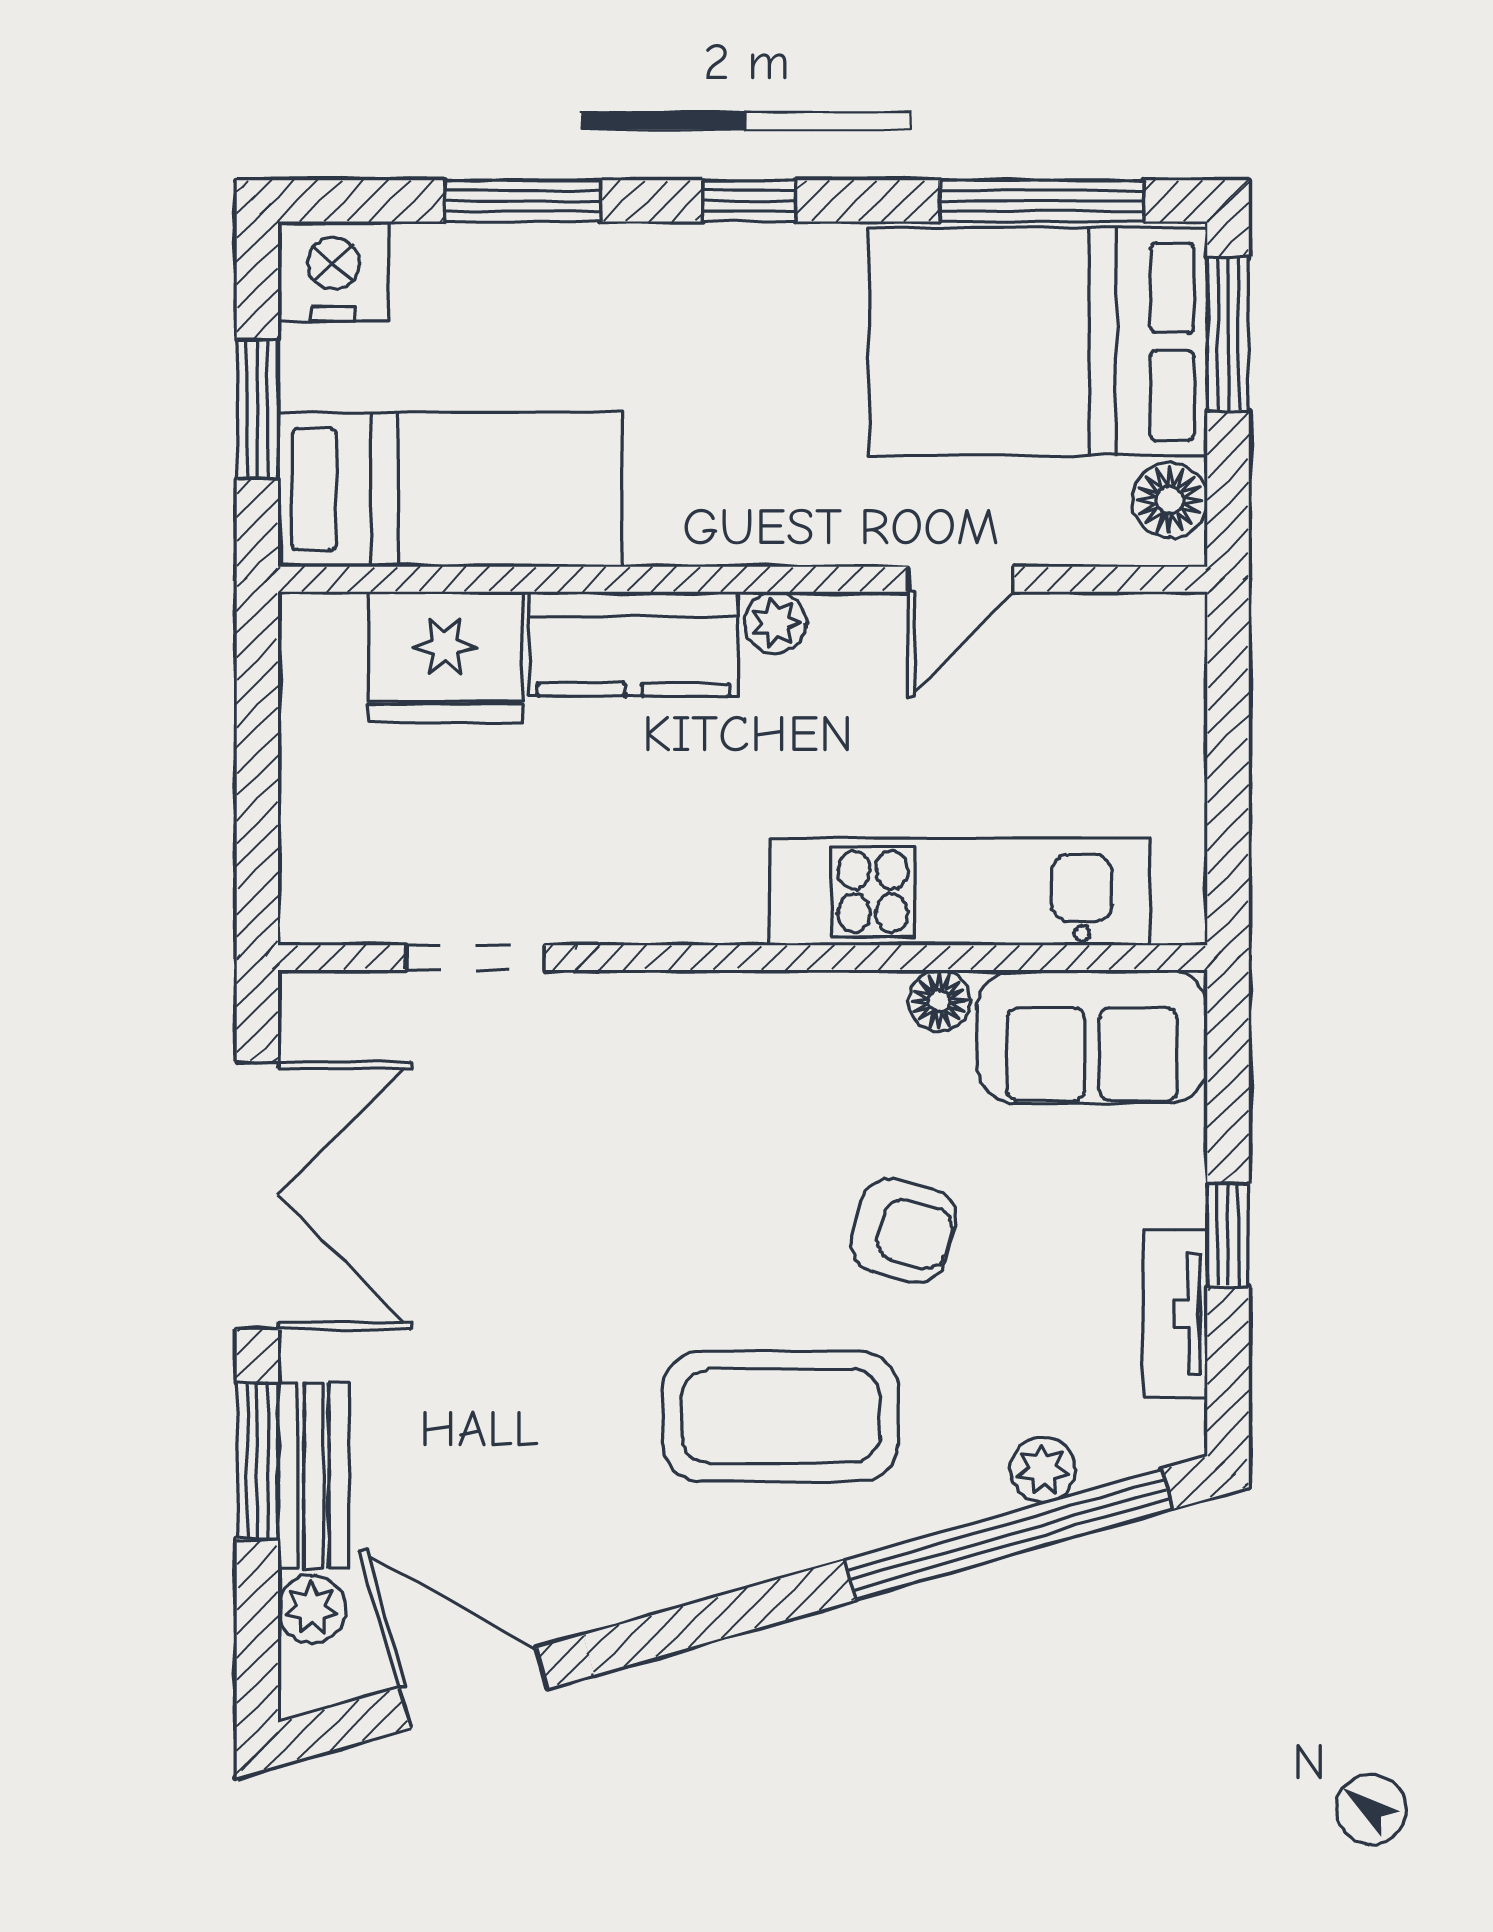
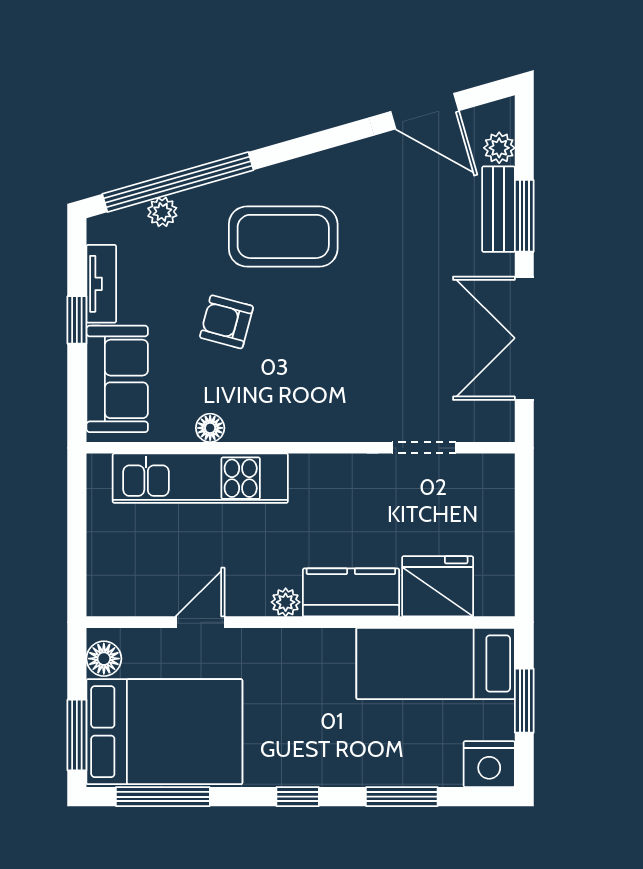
sofa: (1092, 1037) -> (117, 379), moved, turned 90

